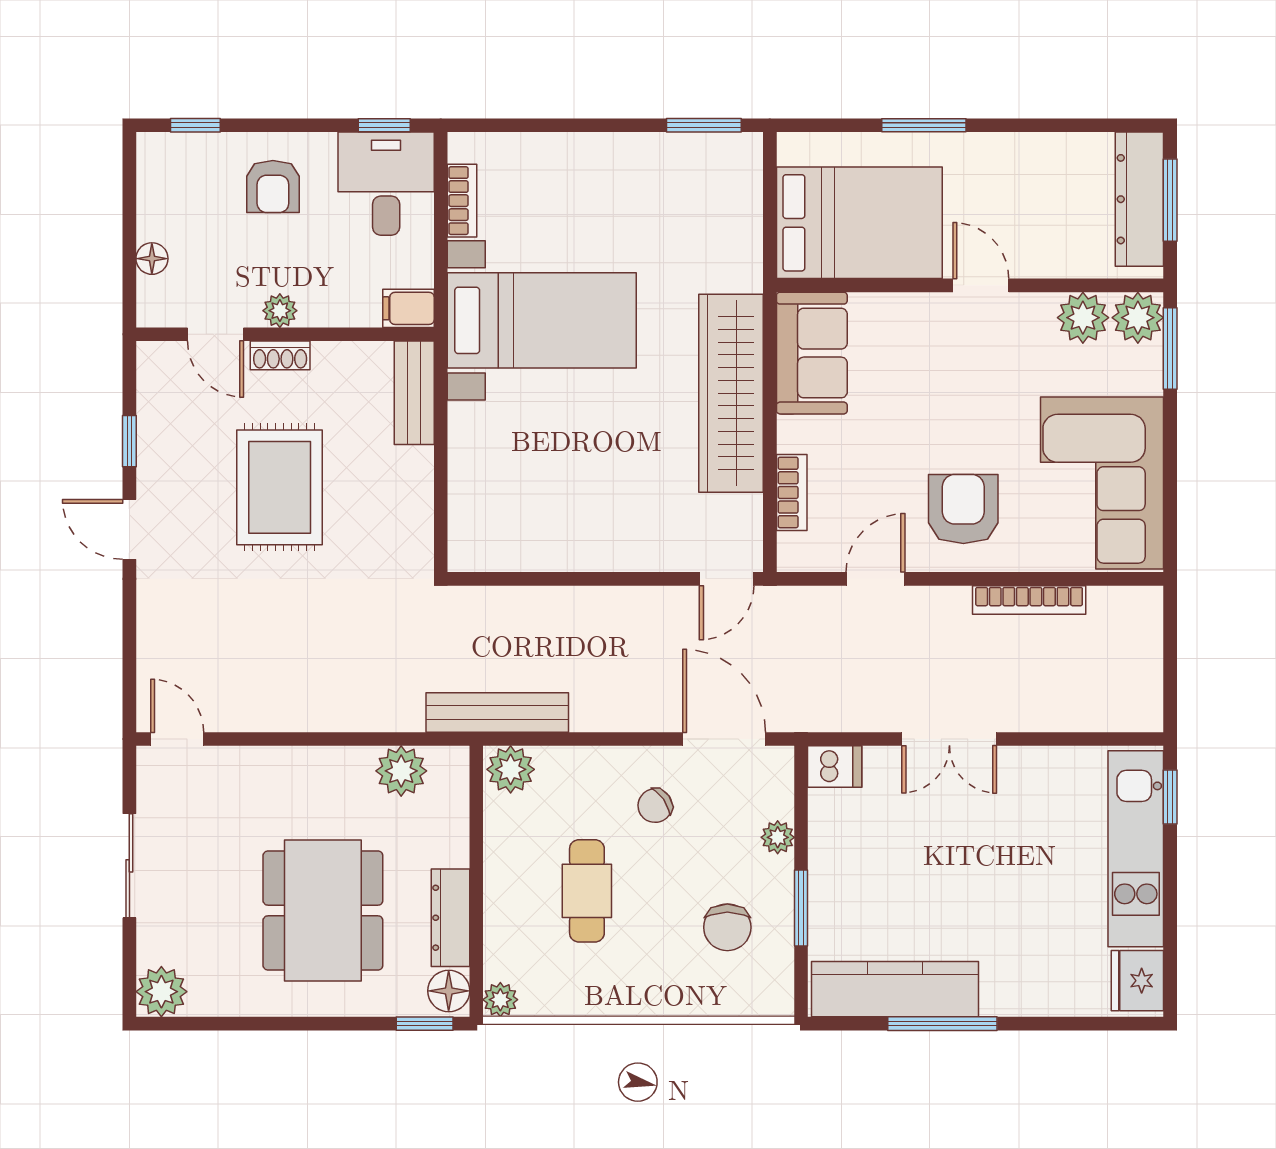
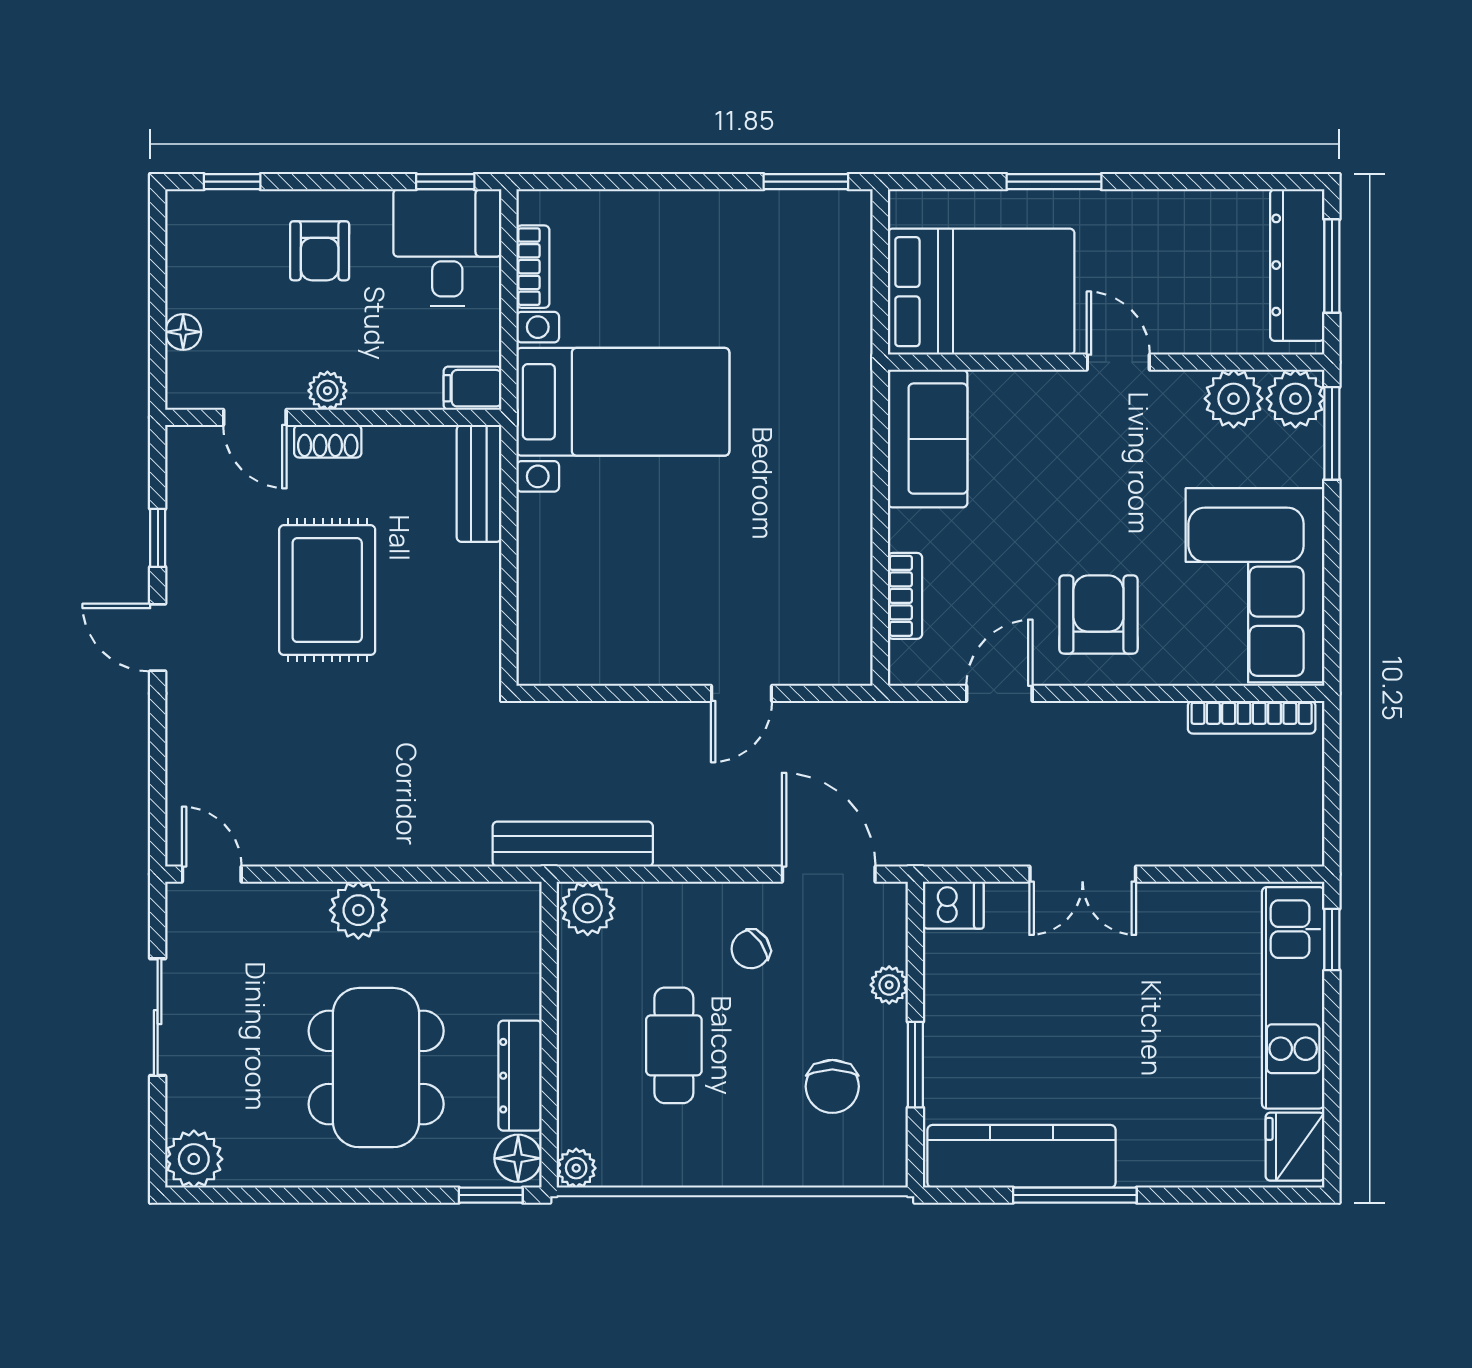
wardrobe: (731, 393) -> (837, 484), removed
door: (727, 579) -> (742, 693), moved
bookcase: (1029, 600) -> (1252, 717), moved
plant: (401, 771) -> (358, 910), moved

